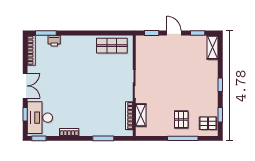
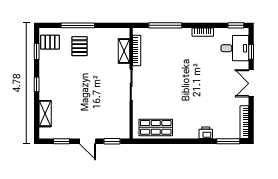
printer: (54, 41) -> (206, 133), moved
shelving: (213, 47) -> (45, 114), moved
desk: (40, 118) -> (235, 48), width x0.73
window: (103, 138) -> (165, 25), width x1.44

